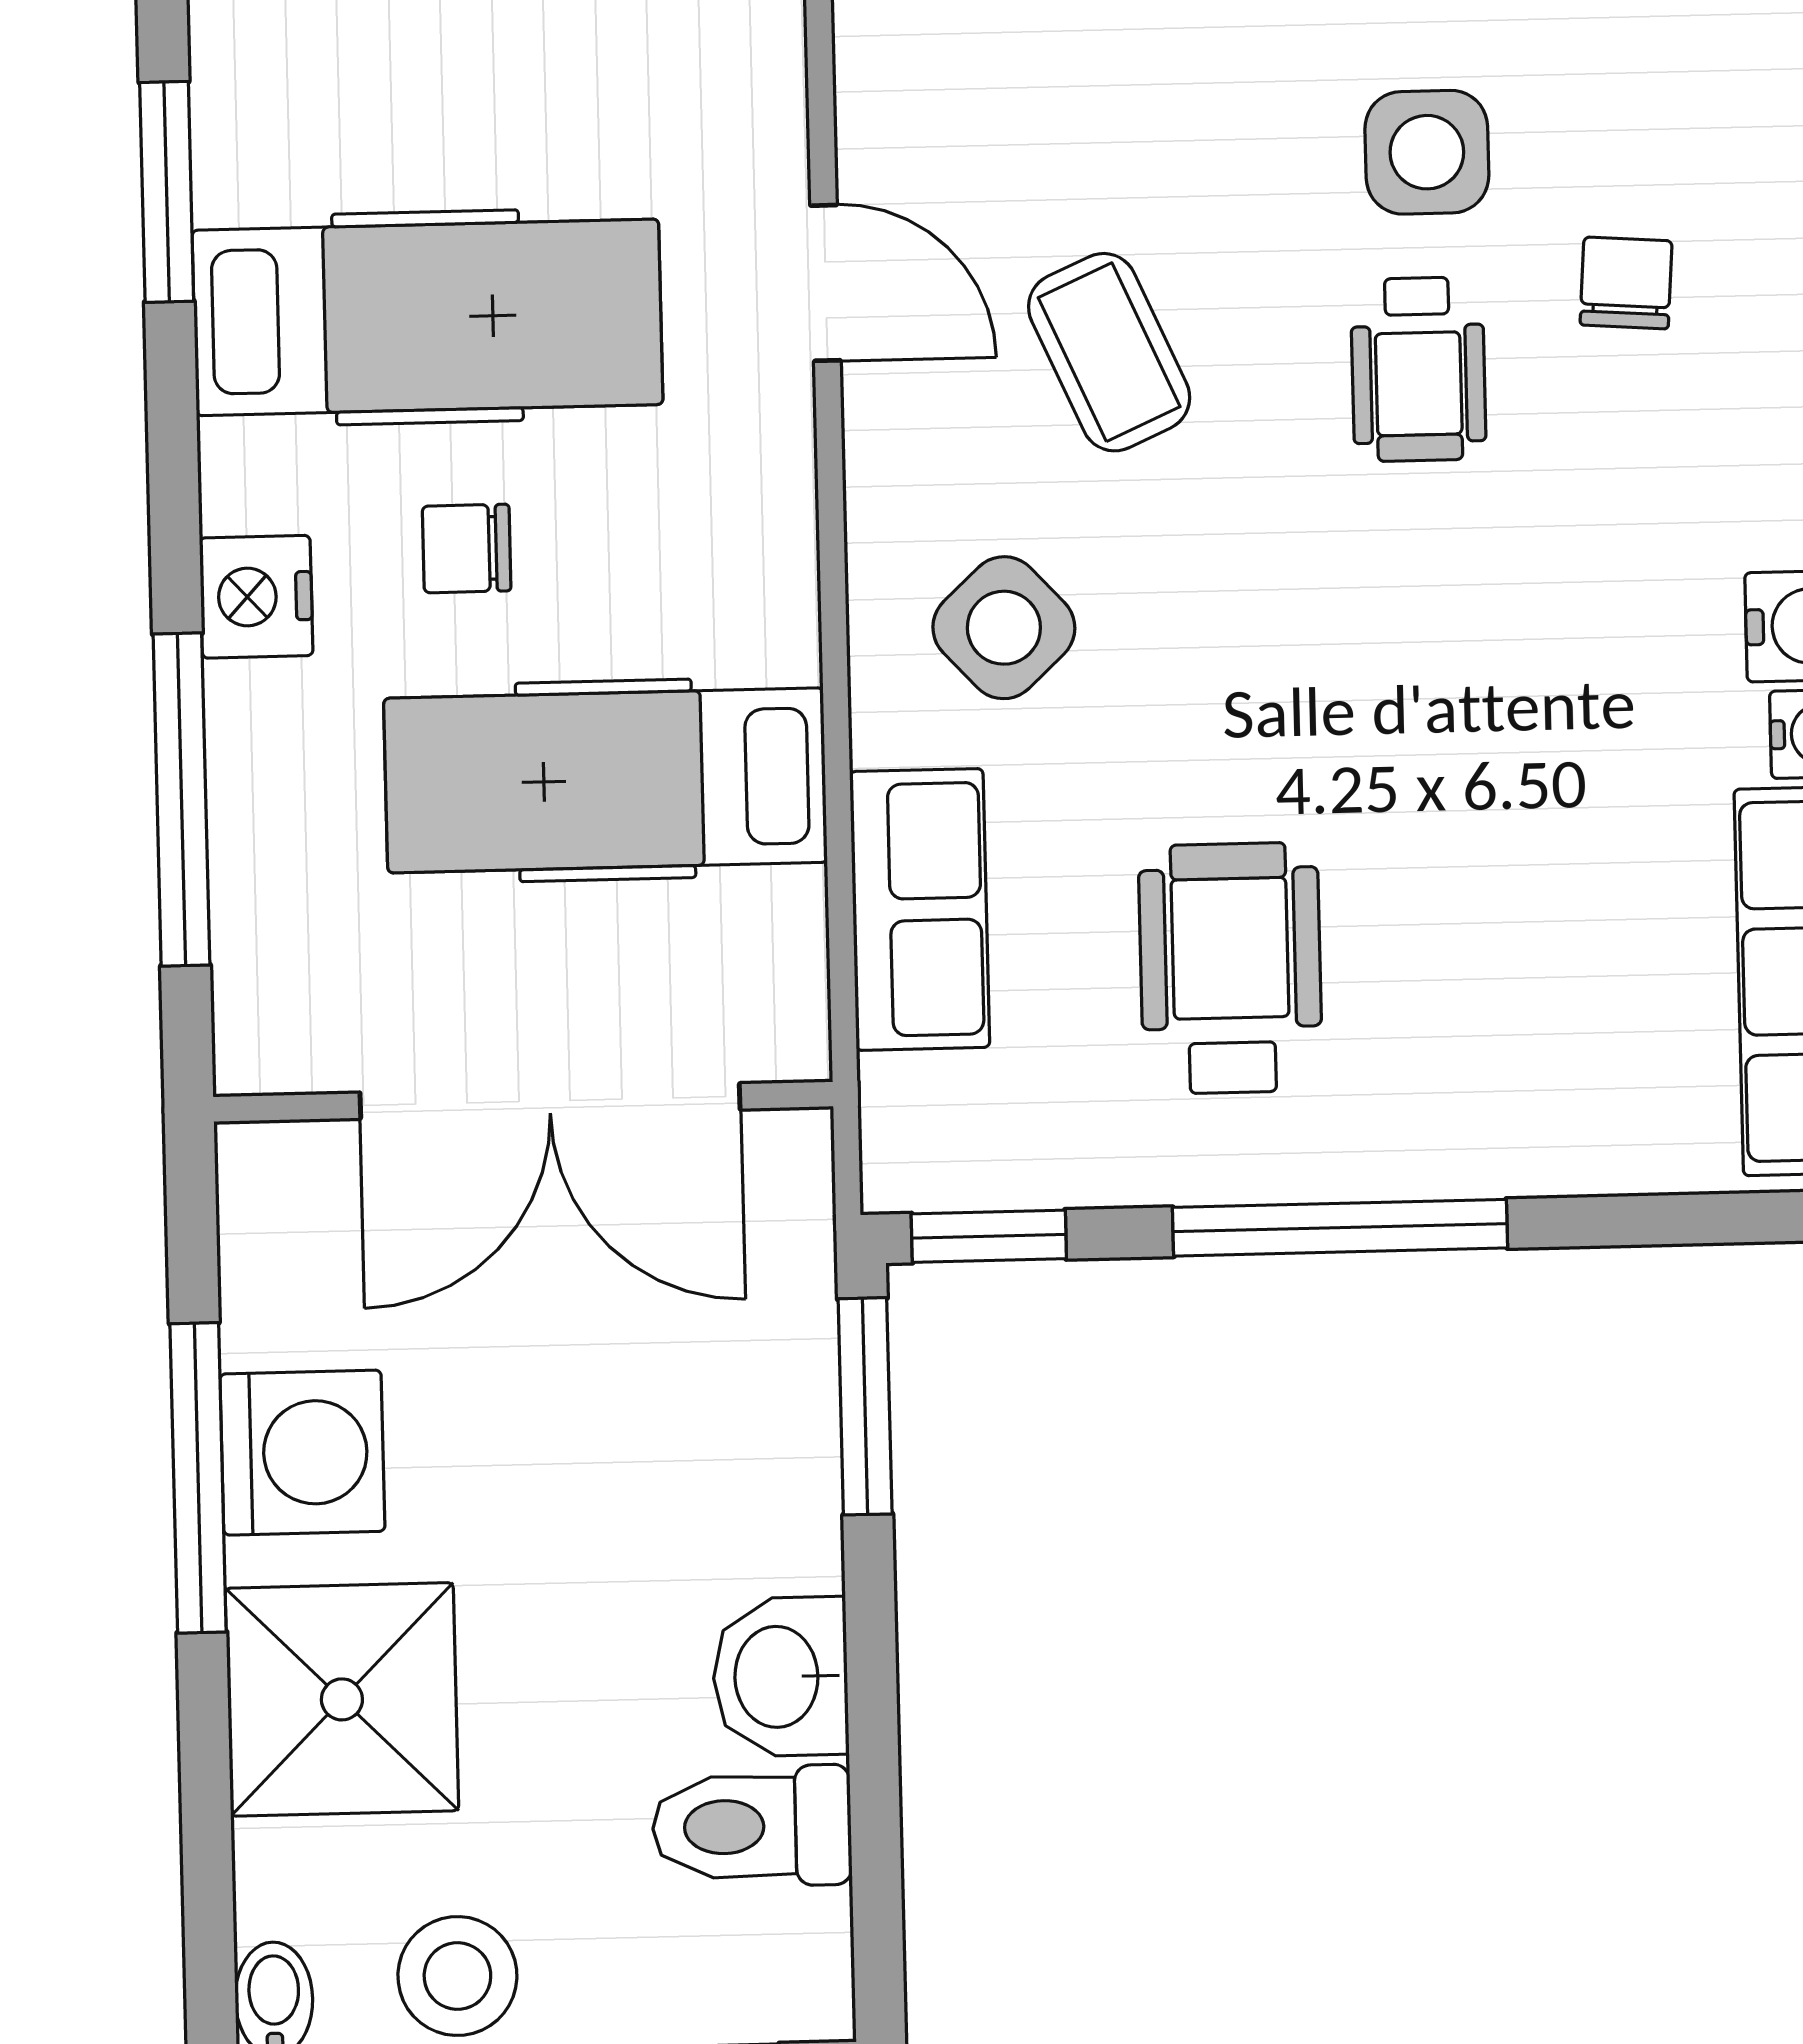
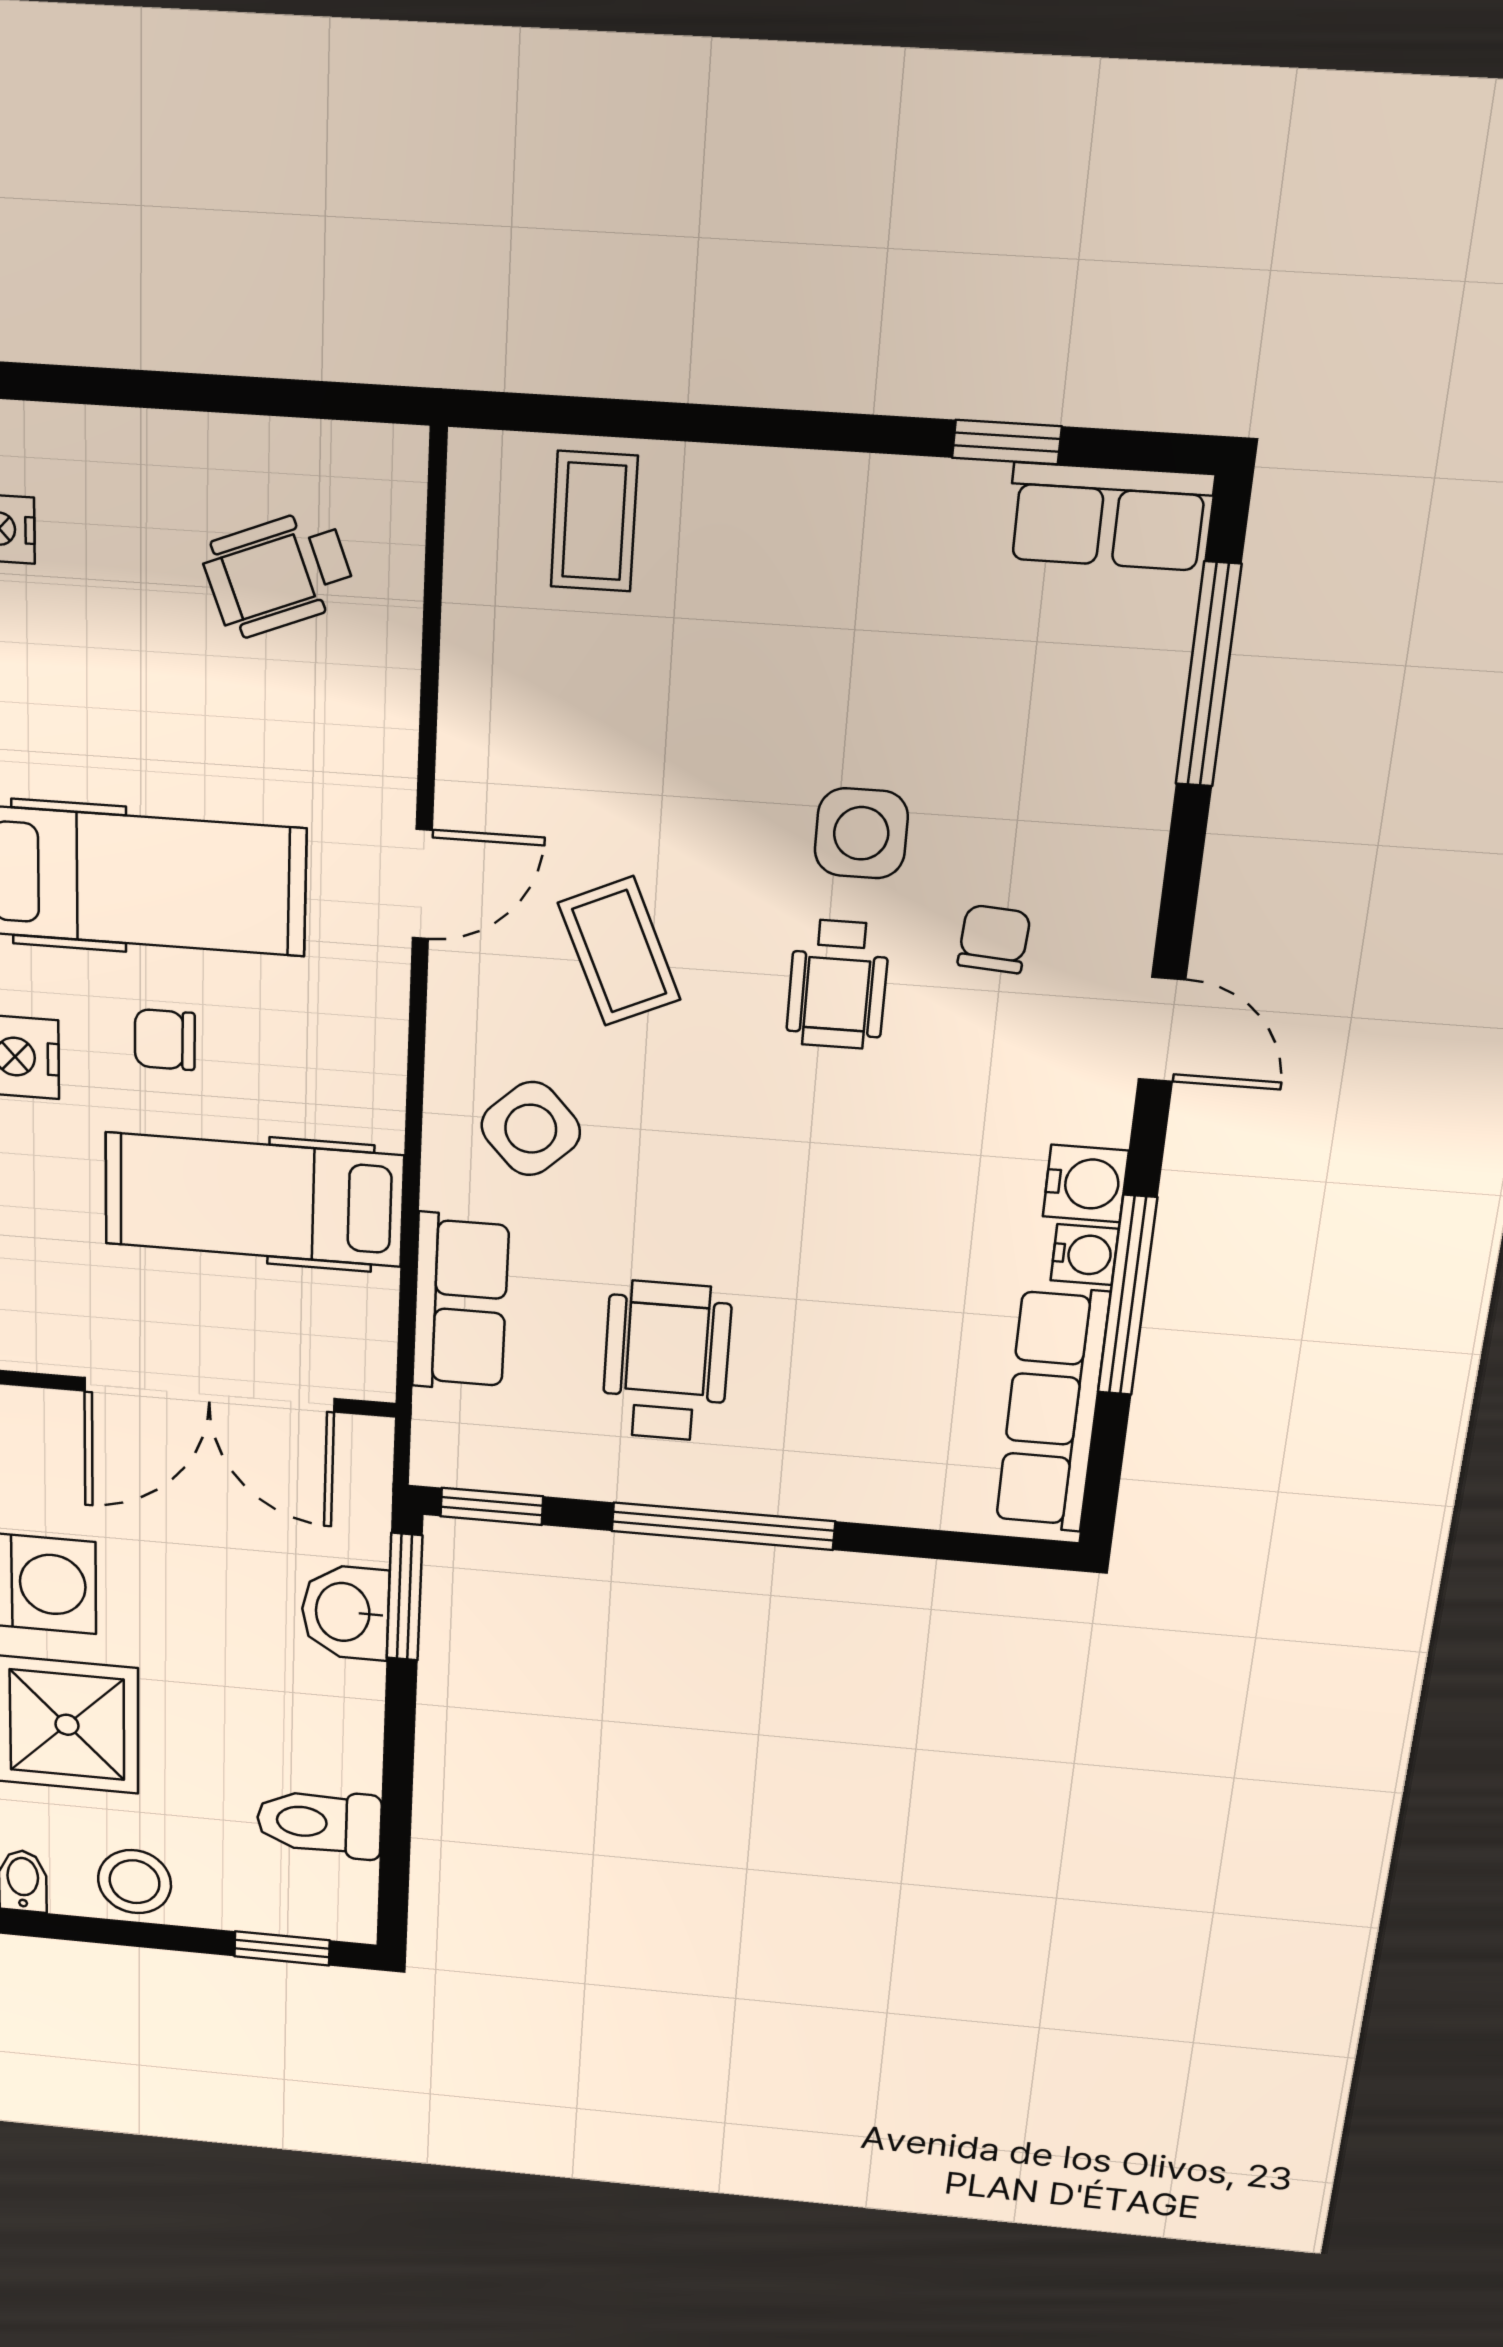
door: (825, 283) -> (422, 884), hinge flipped
washbasin: (780, 1677) -> (345, 1612), moved

